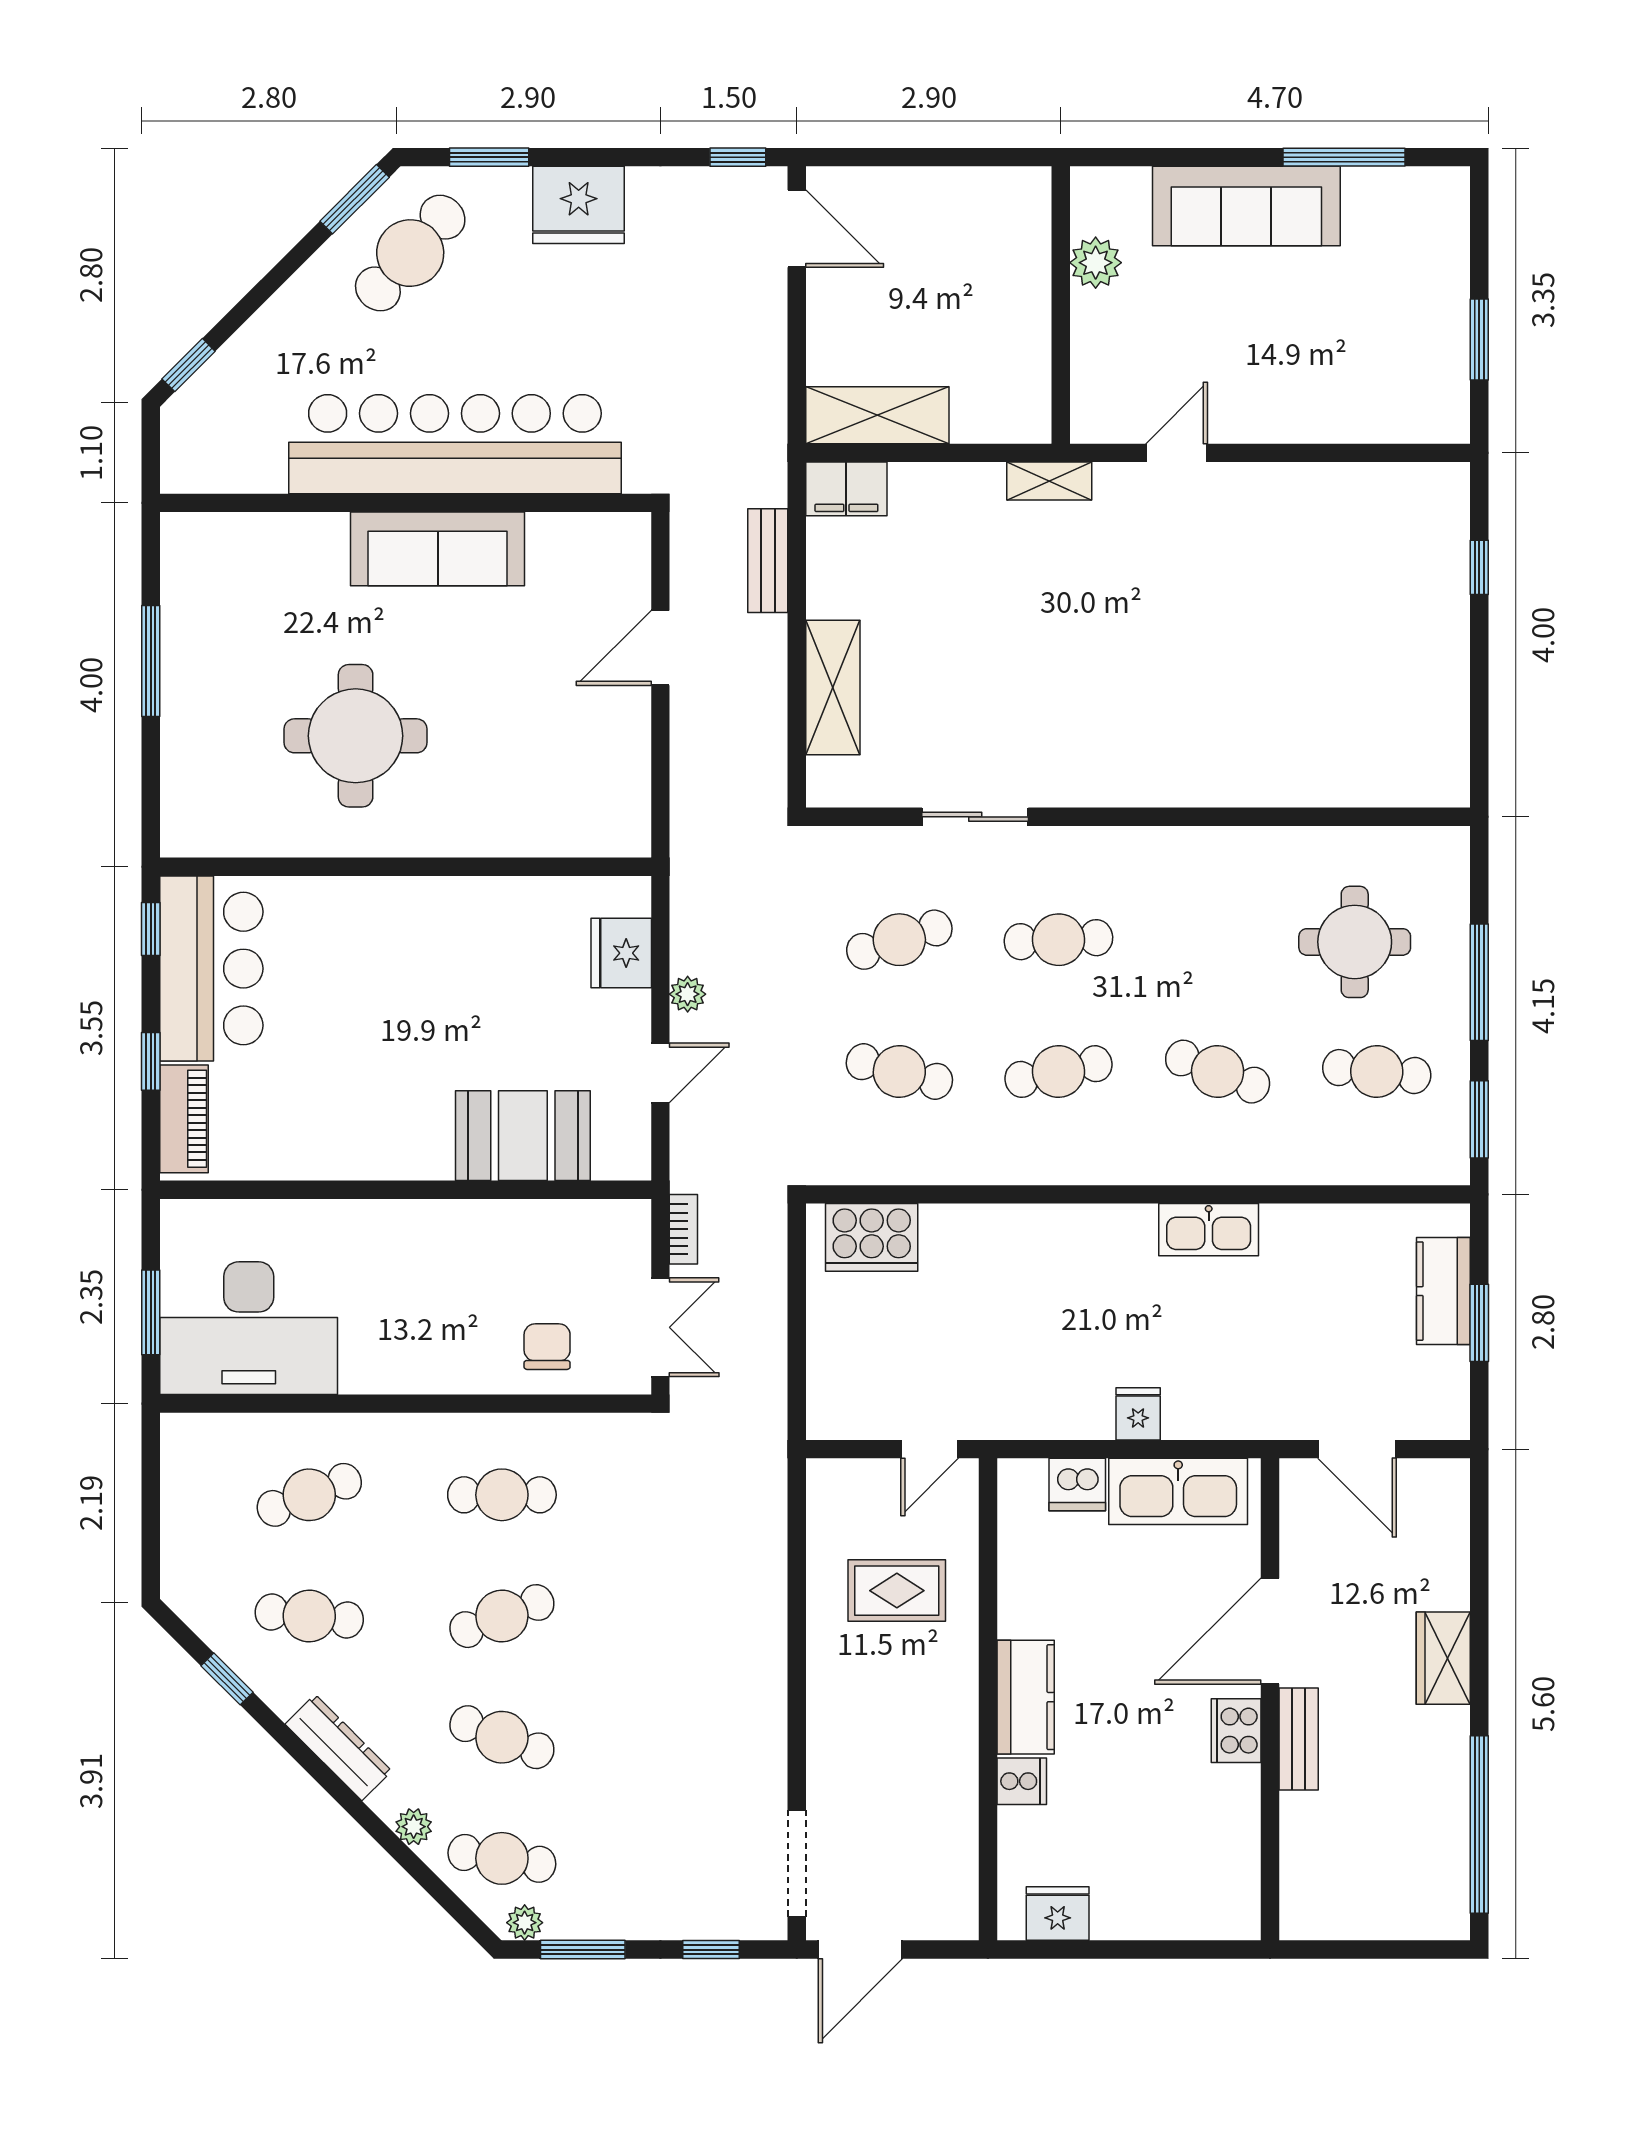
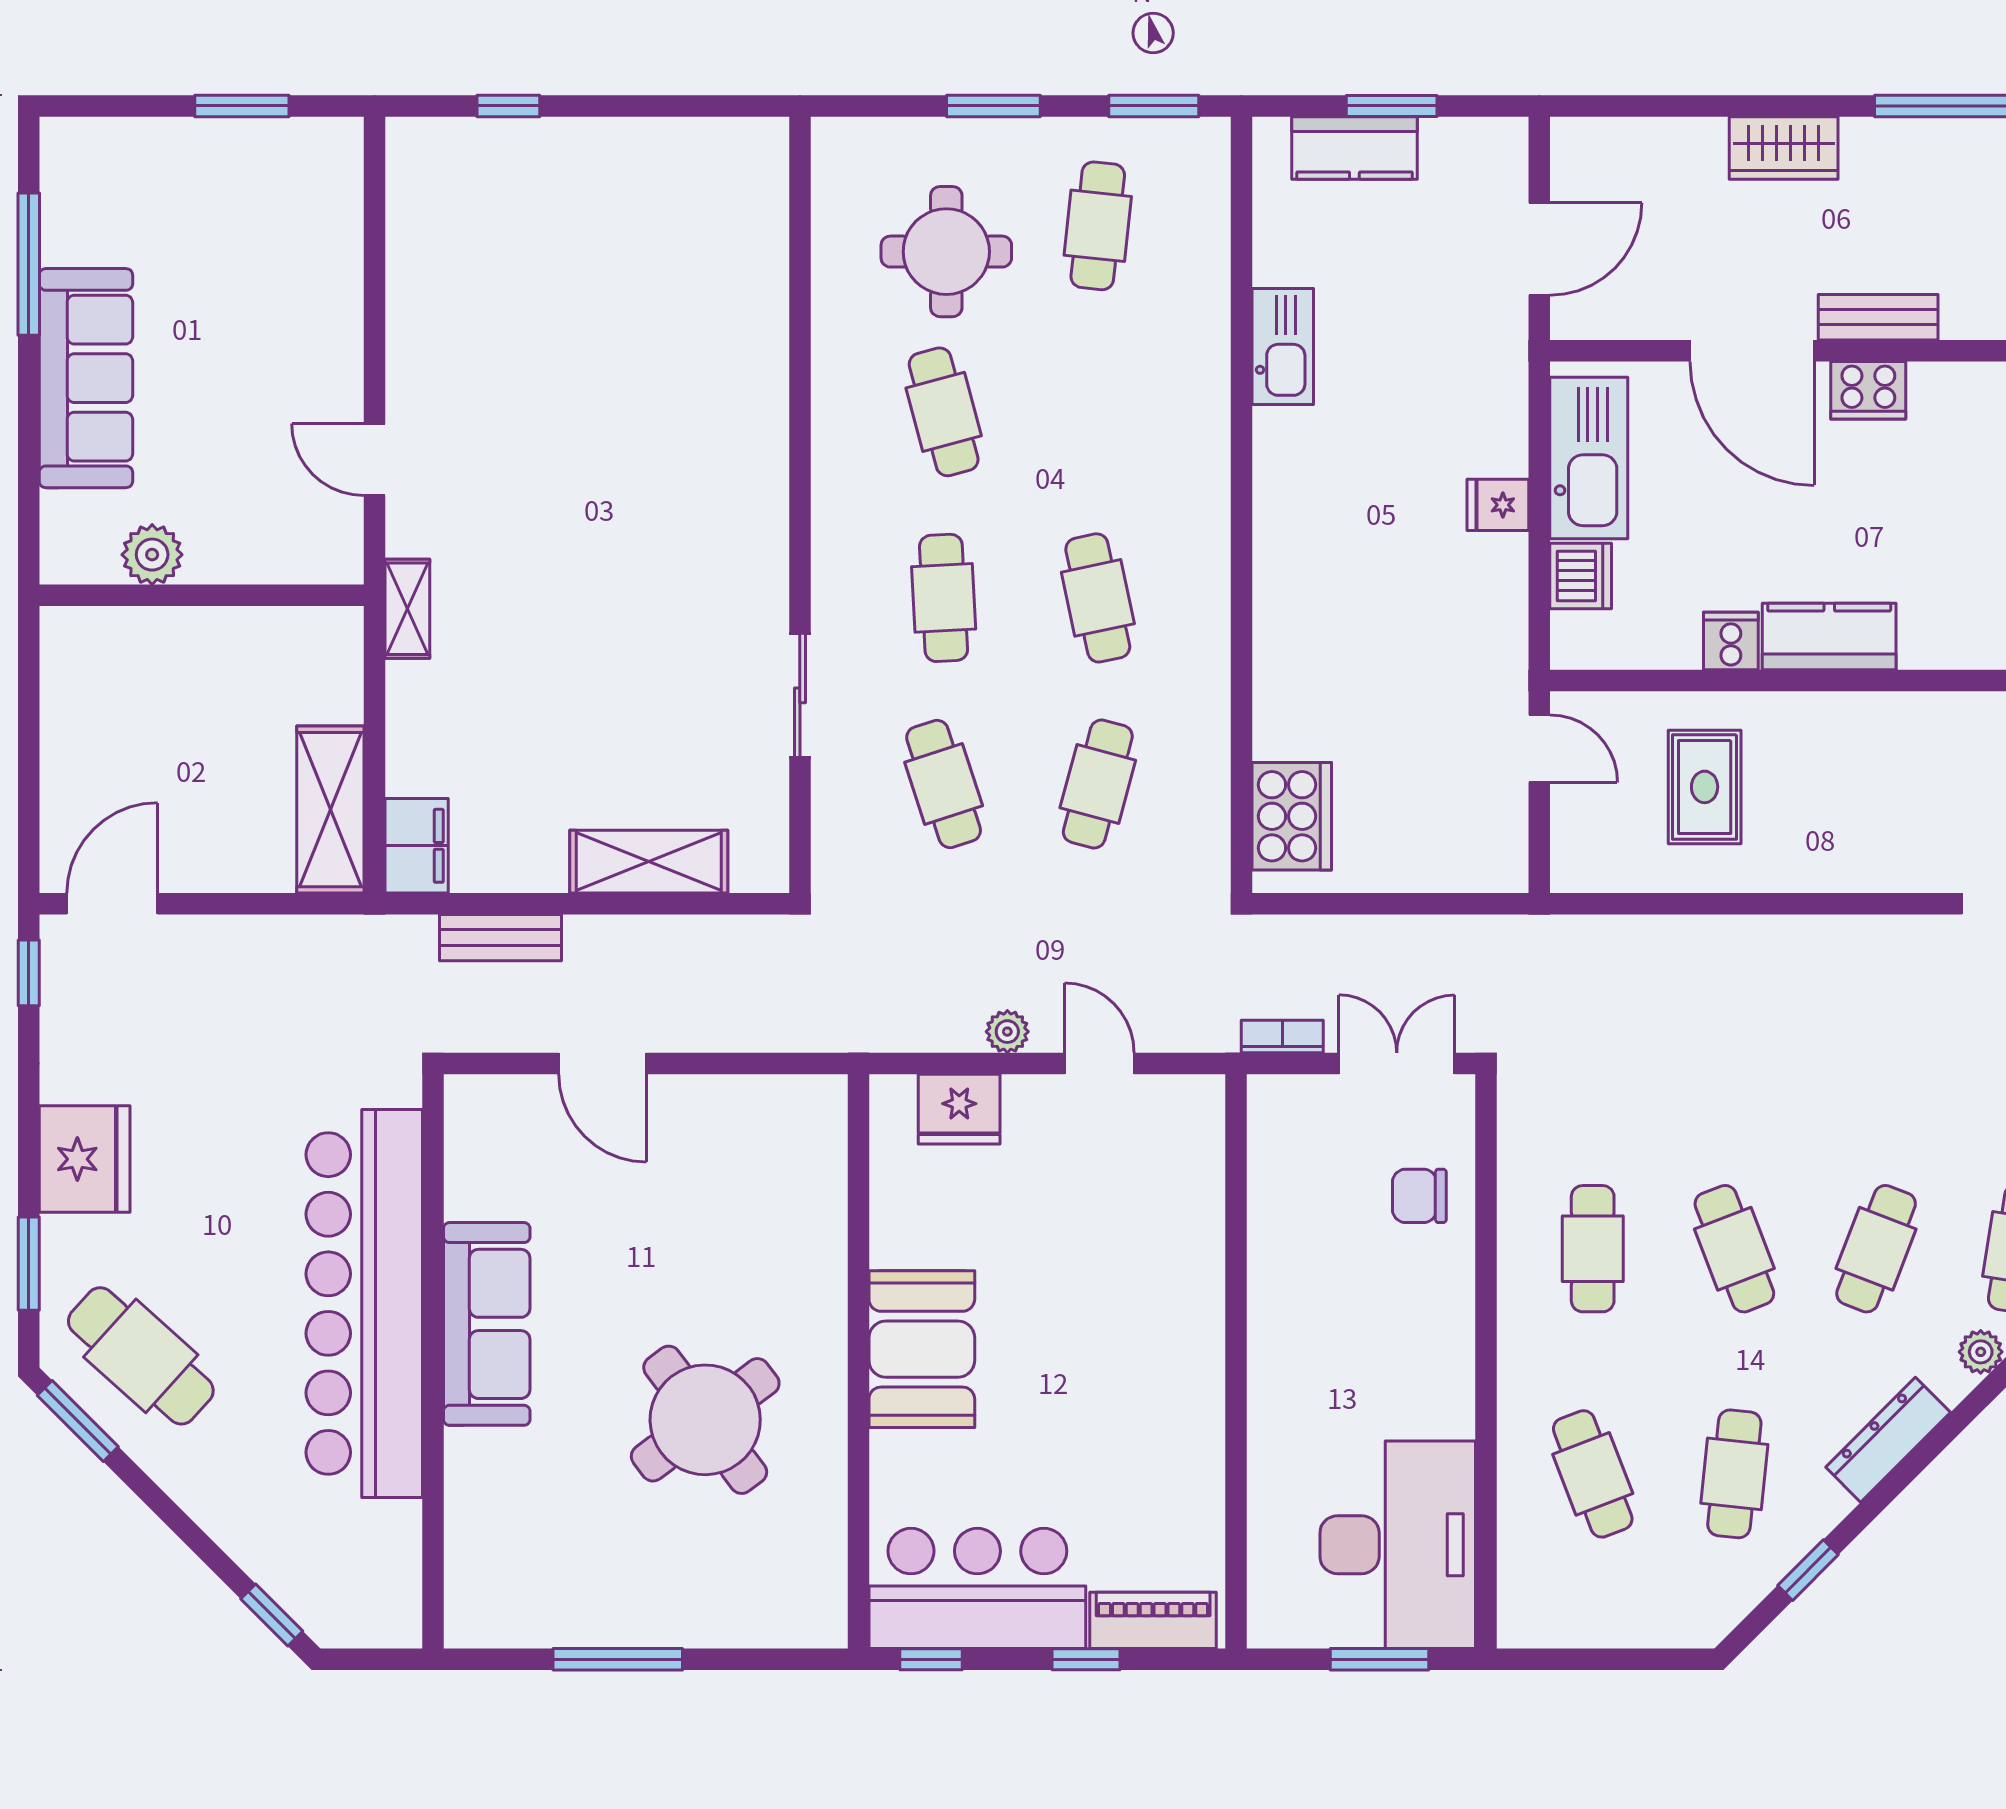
round table: (356, 736) -> (705, 1420), turned -37
window: (1479, 982) -> (993, 106), width x0.69
cafe table: (1218, 1072) -> (944, 412), moved, turned -36
booth: (523, 1136) -> (922, 1349), moved
kitchen sink: (1209, 1230) -> (1283, 347), moved
cooker: (1022, 1781) -> (1731, 641), moved

